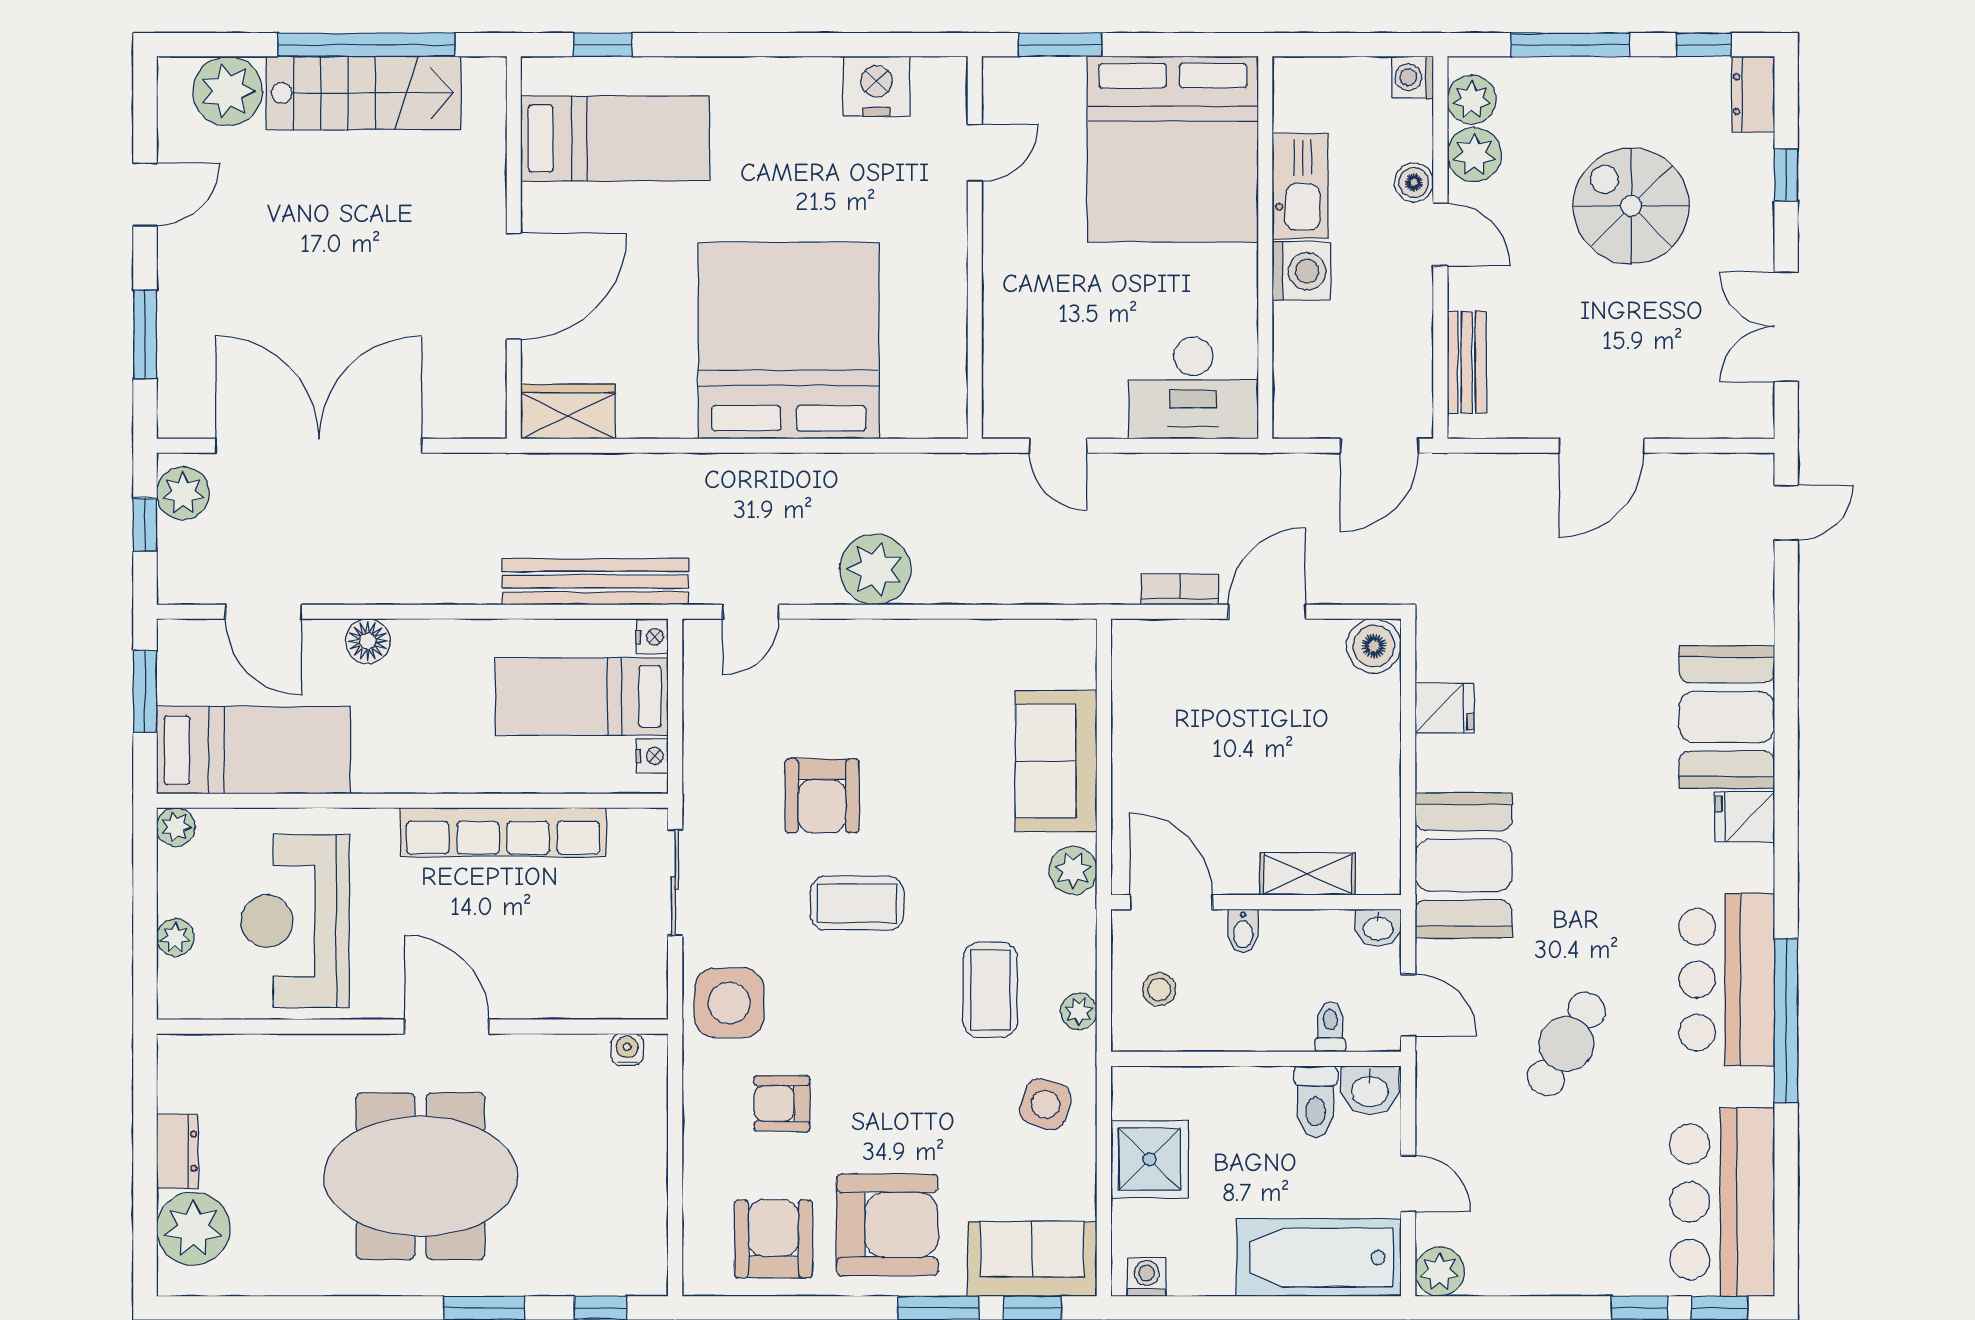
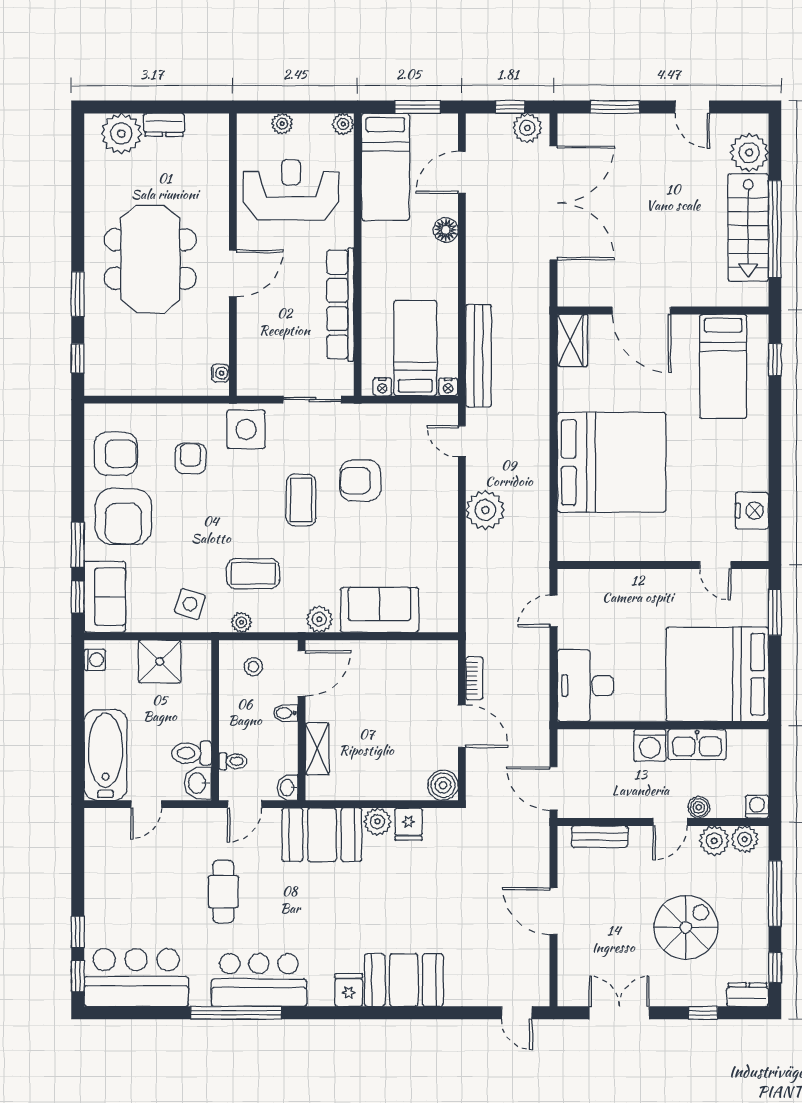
cafe table: (1566, 1044) -> (223, 892), turned 59
plant: (1440, 1272) -> (377, 822), moved

